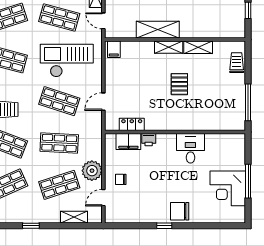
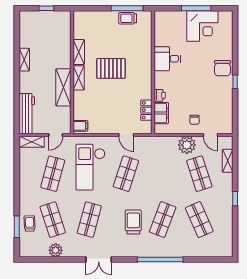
trolley: (237, 63) -> (128, 18), moved
pallet: (179, 84) -> (111, 68), width x1.50, depth x1.42
shop shelf: (59, 143) -> (163, 174), removed

